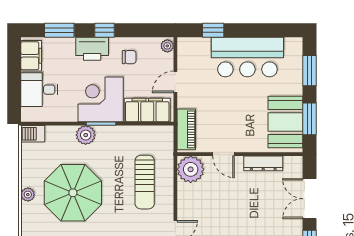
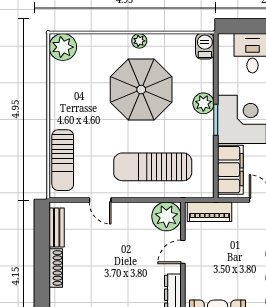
sun lounger: (145, 182) -> (153, 167), width x1.36, depth x1.34

